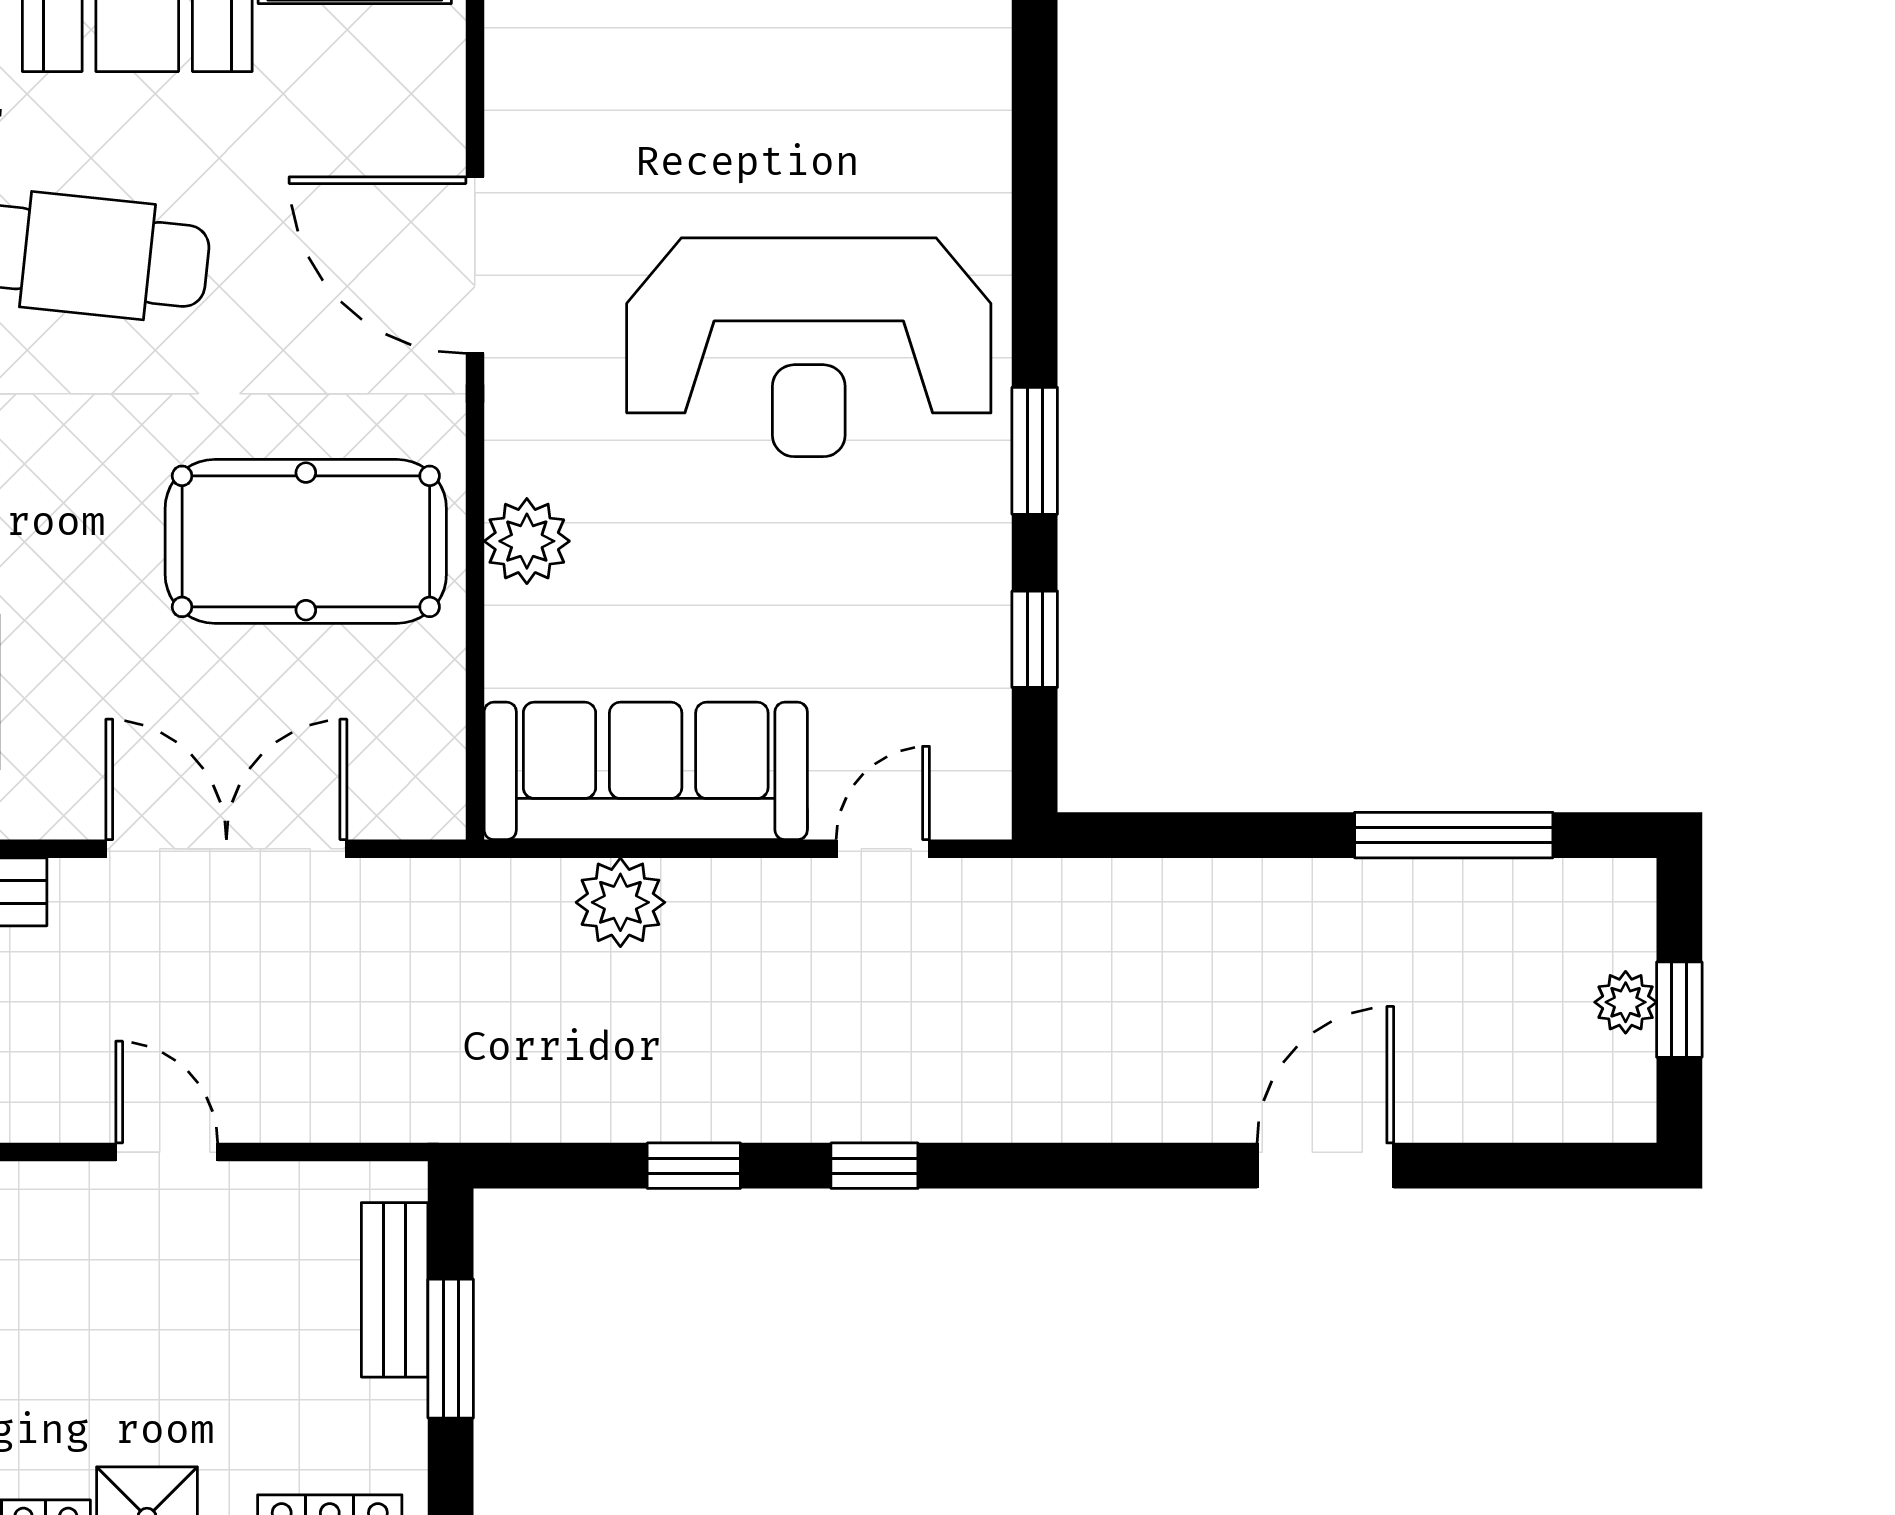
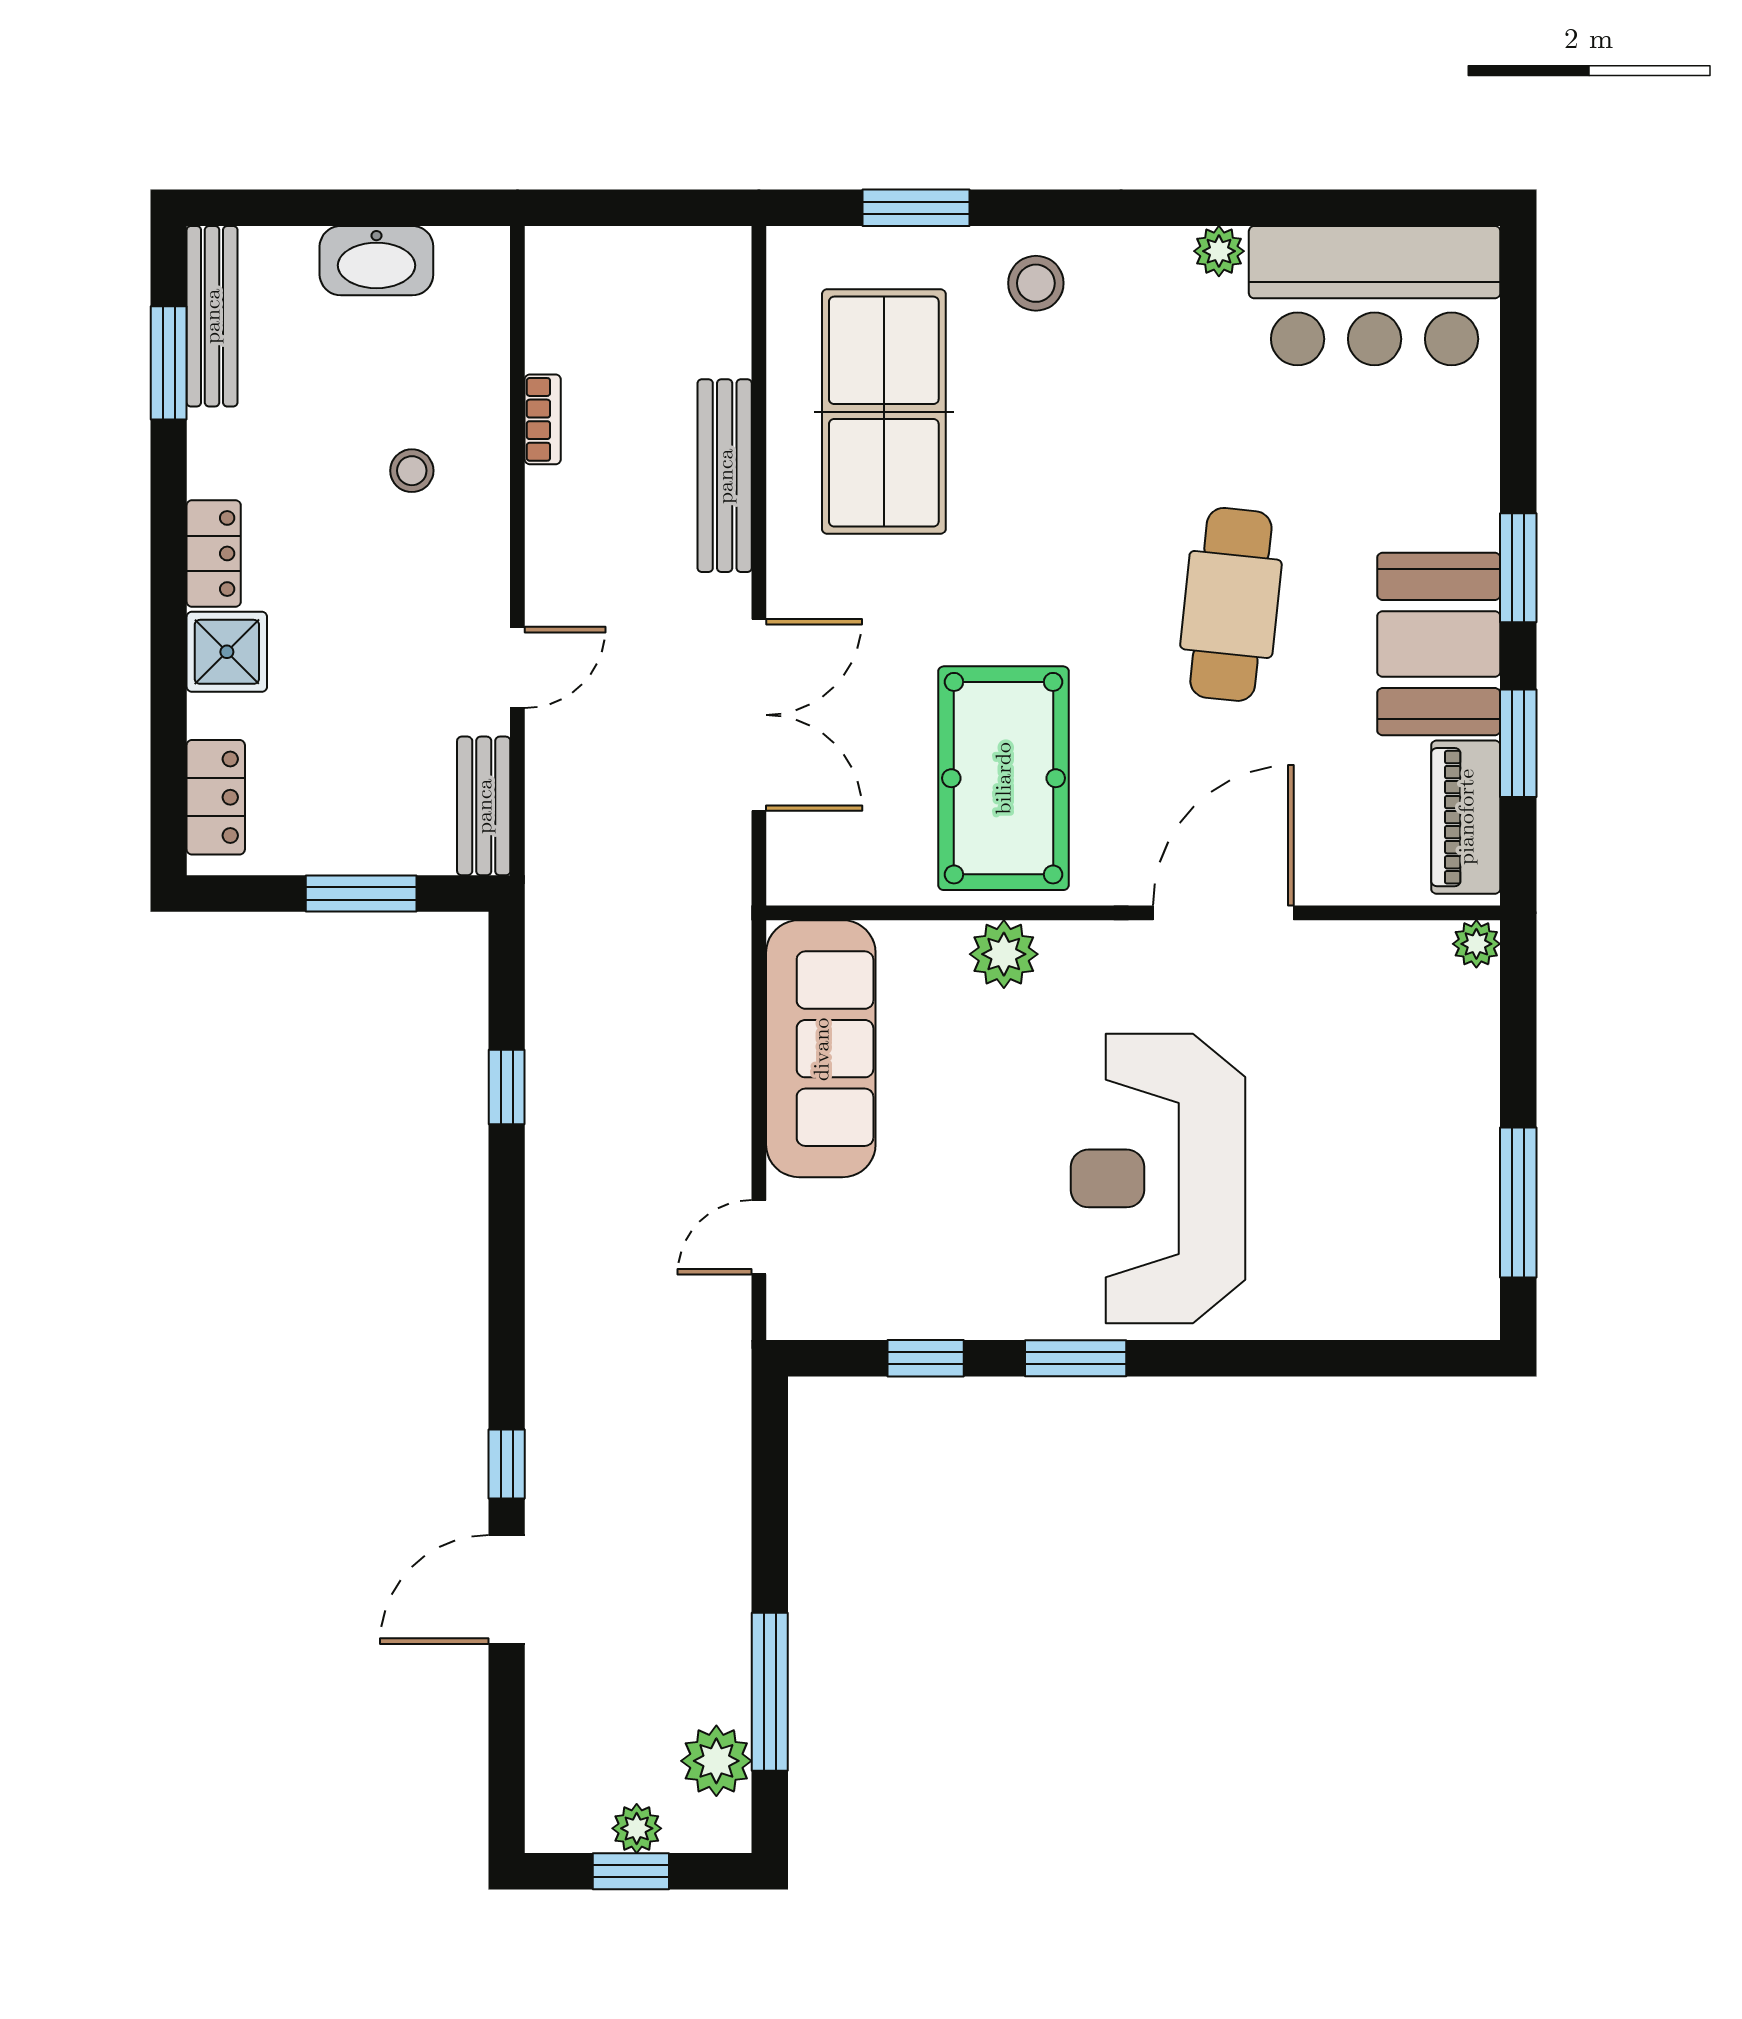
door: (883, 849) -> (759, 1237), swing flipped
plant: (620, 902) -> (716, 1761), moved
window: (874, 1166) -> (507, 1464), moved
door: (1325, 1166) -> (507, 1590), swing flipped
bench: (395, 1290) -> (484, 806), moved, turned 90

